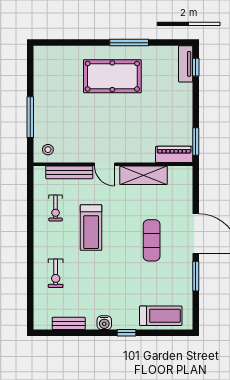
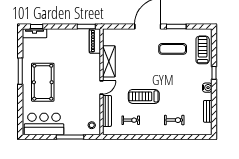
bar counter: (50, 78) -> (44, 124), added
treadmill: (91, 228) -> (144, 96), turned 180
exercise mat: (152, 240) -> (173, 49), moved

